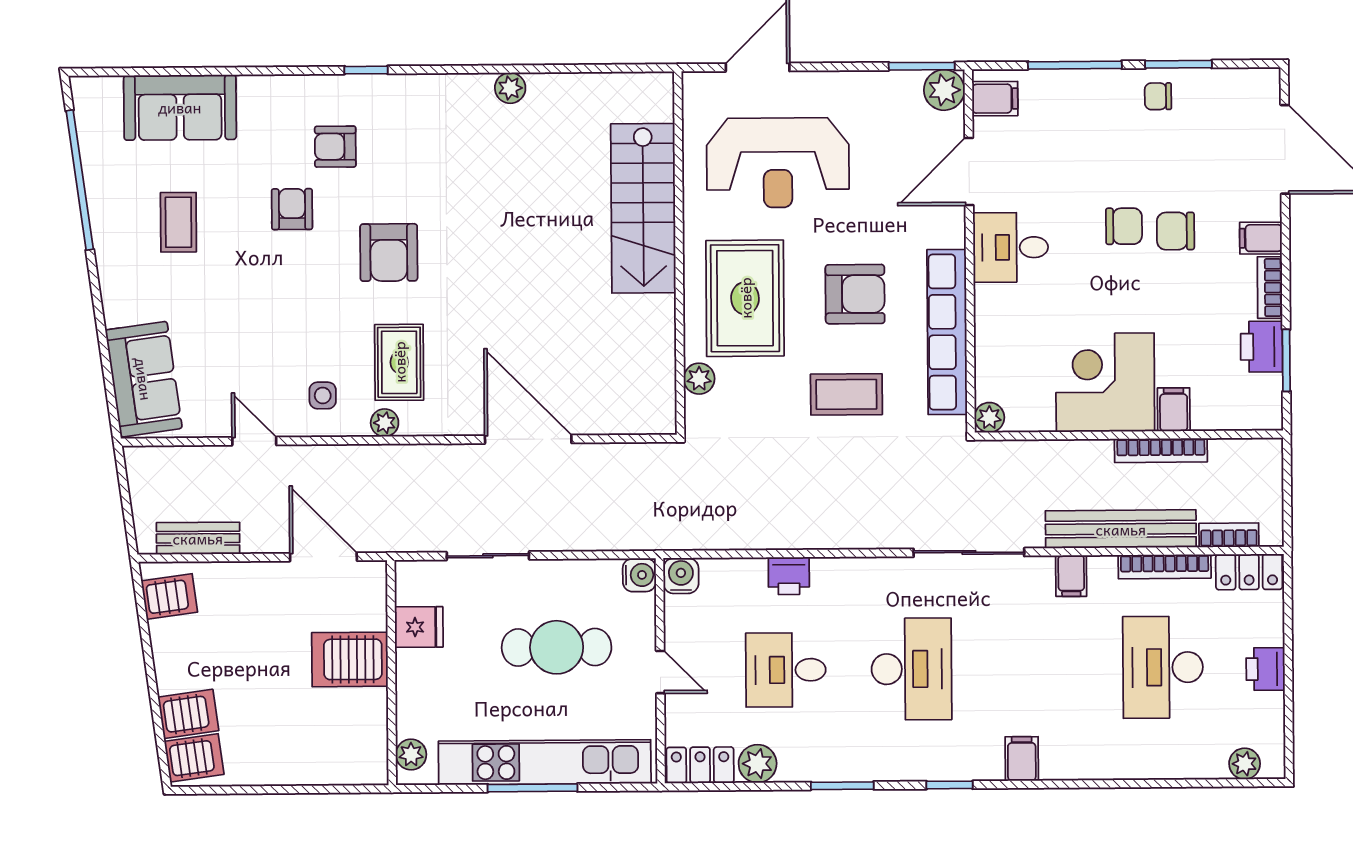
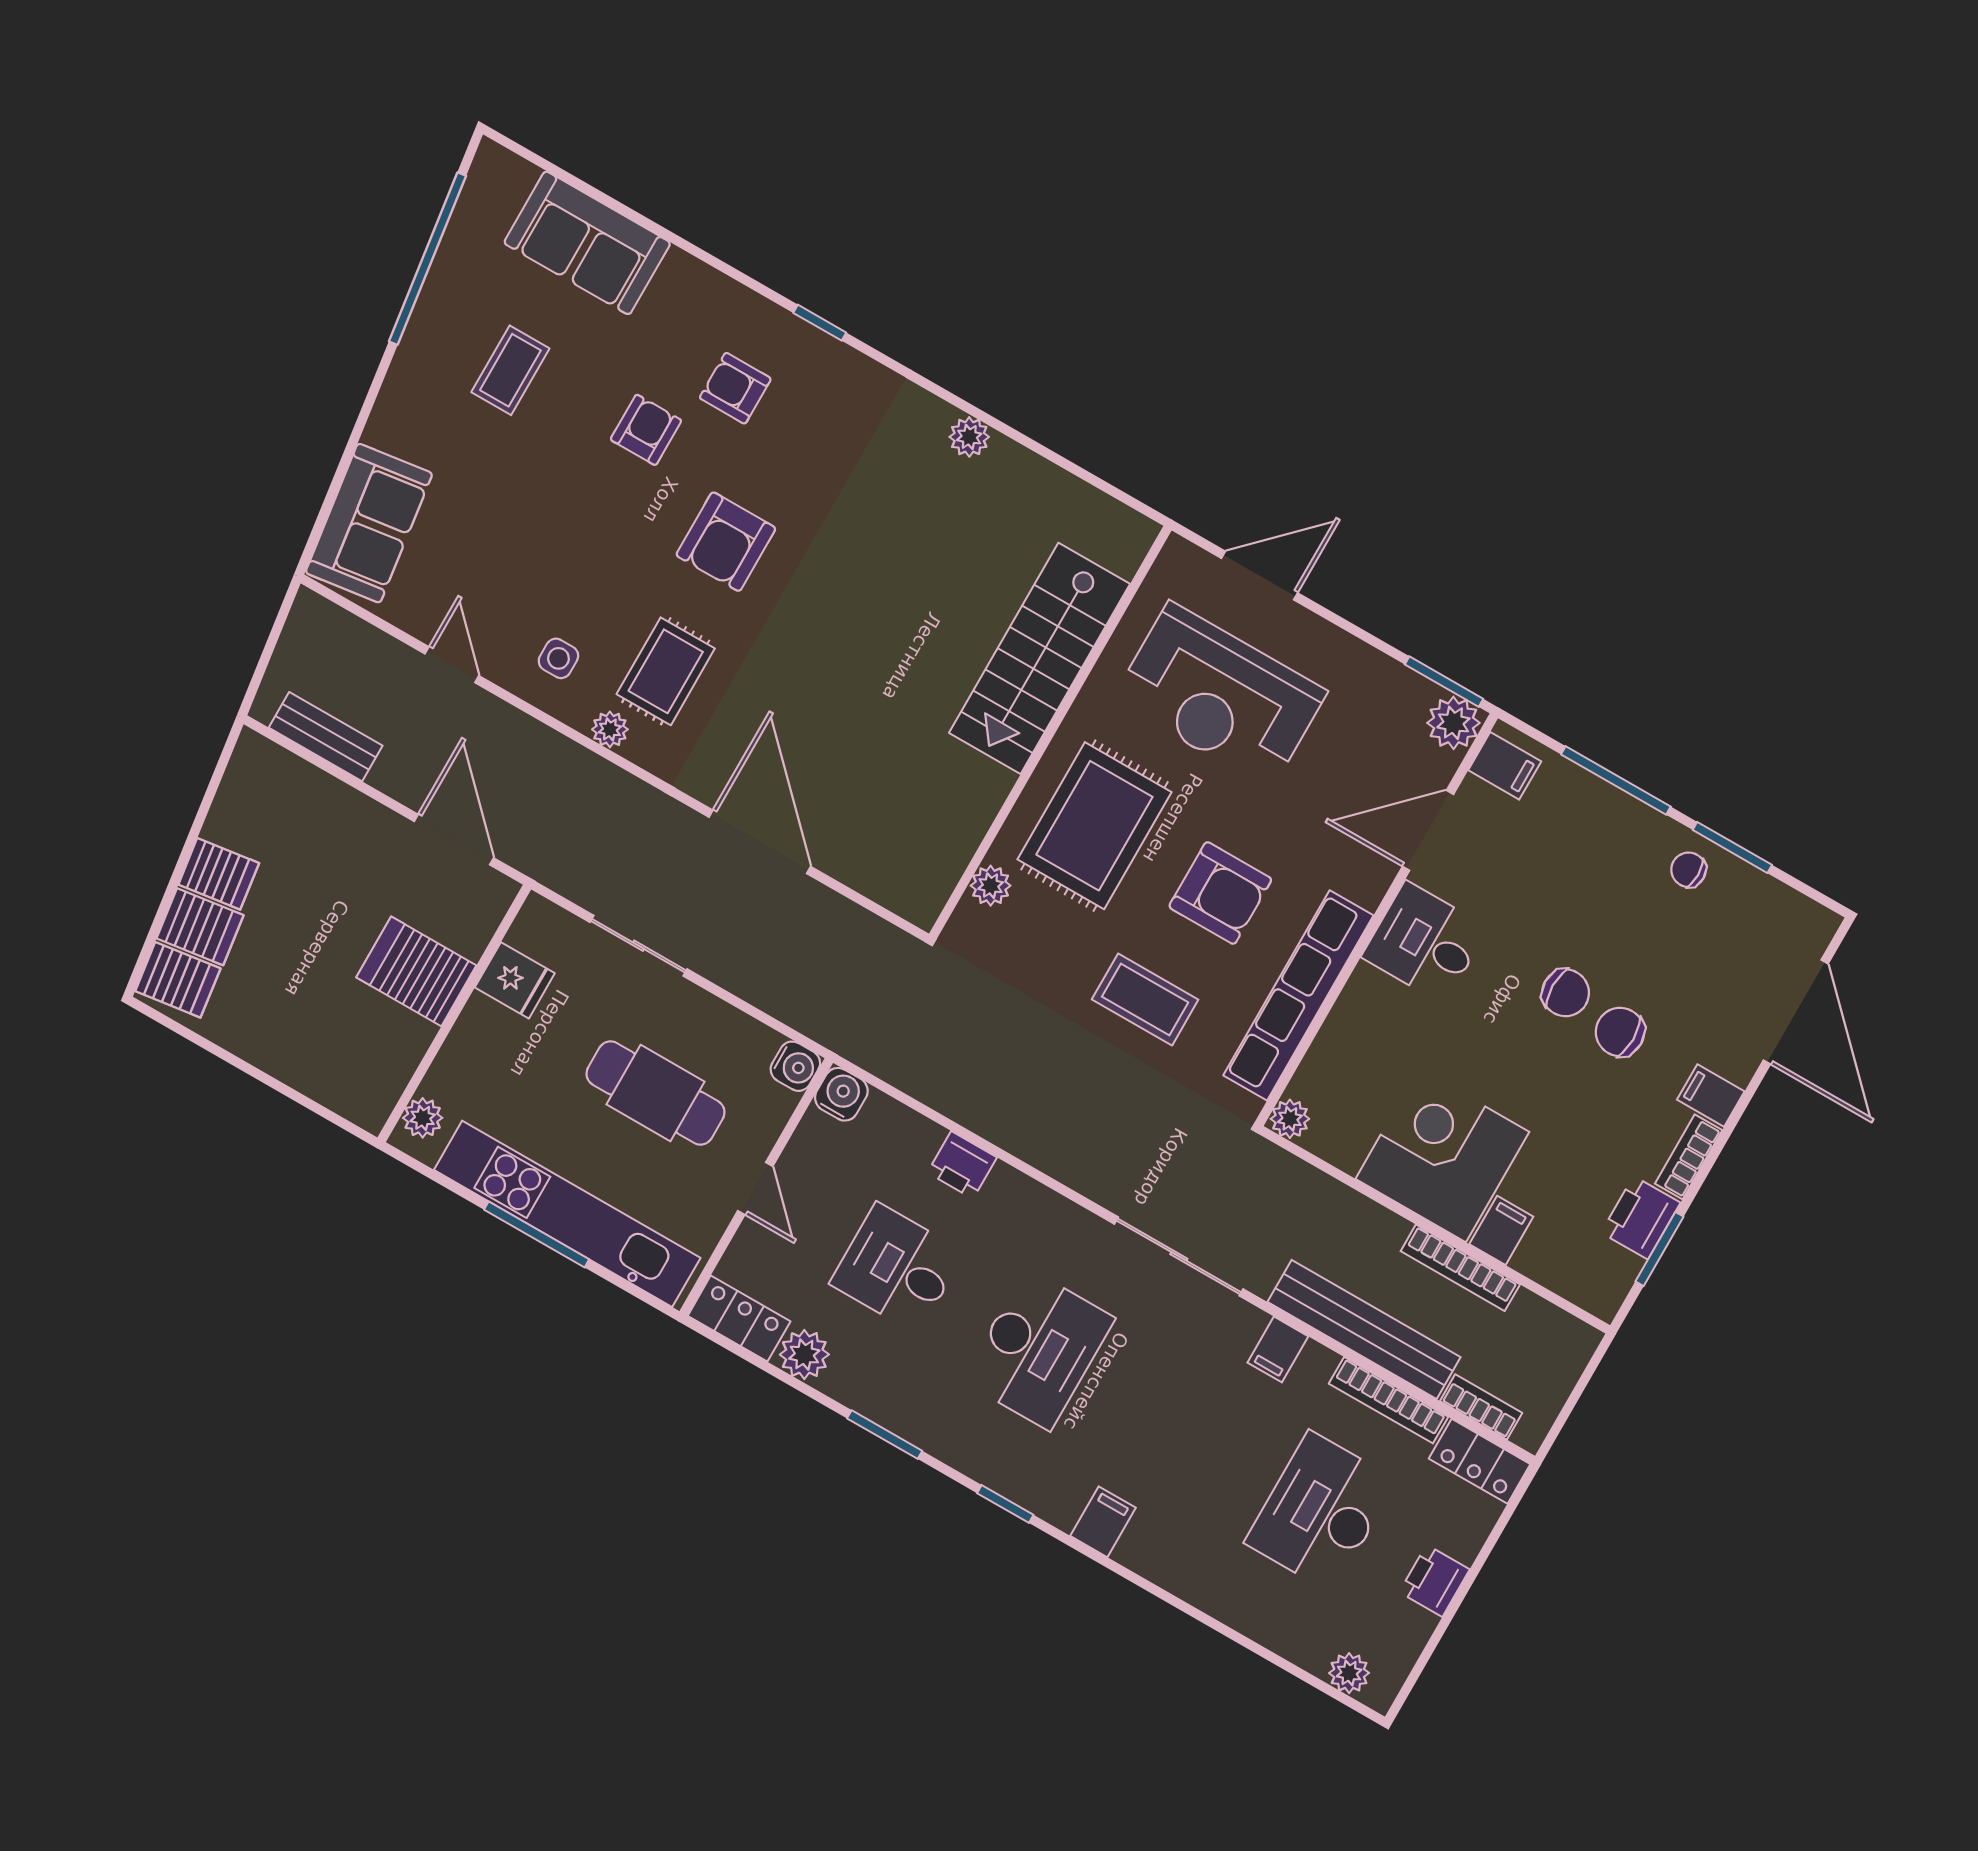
server rack: (169, 596) -> (219, 874), moved

